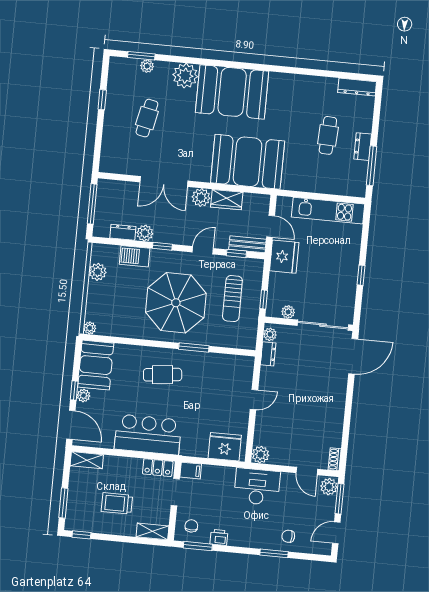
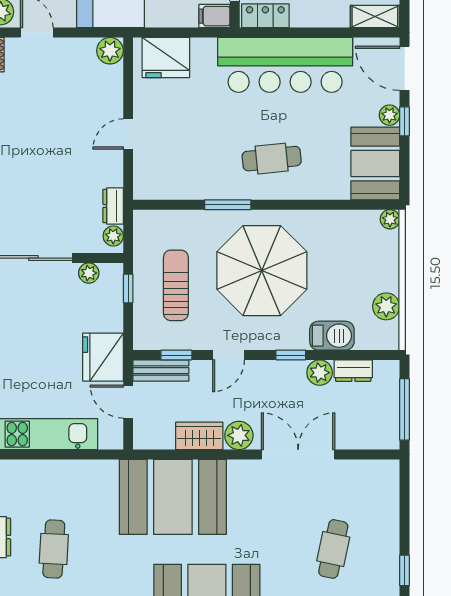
bar counter: (148, 435) -> (285, 65), width x1.36

